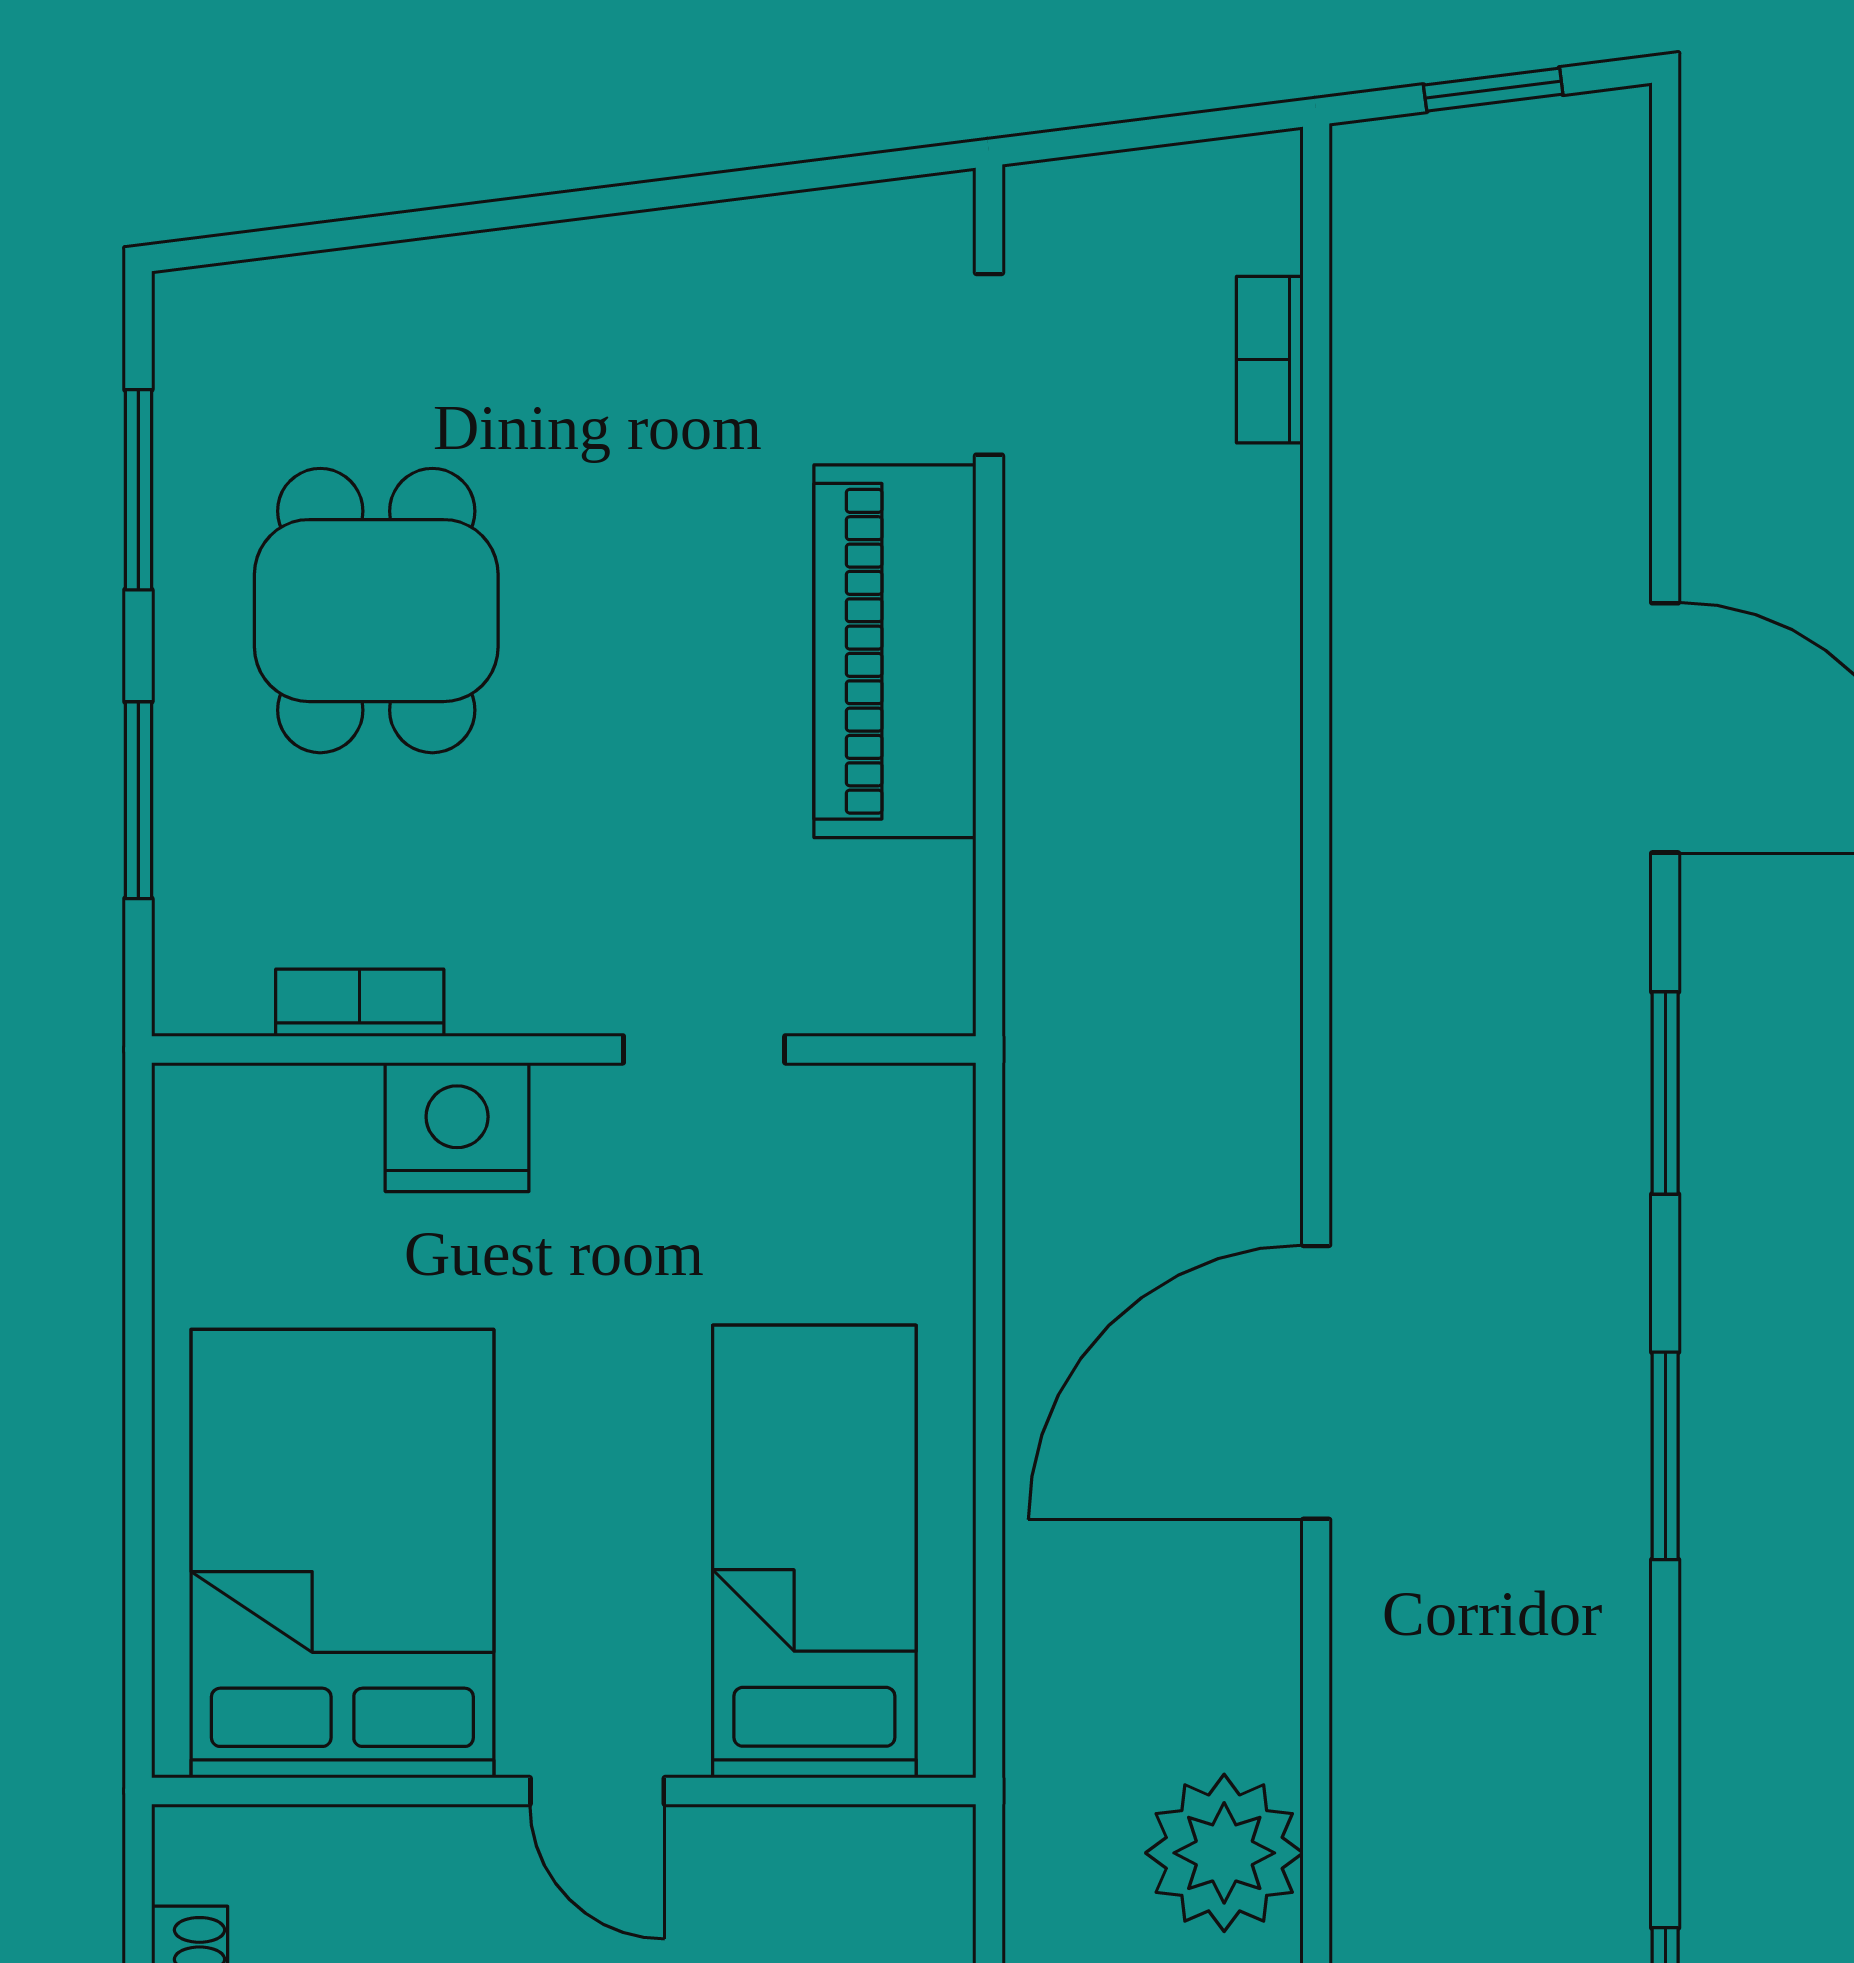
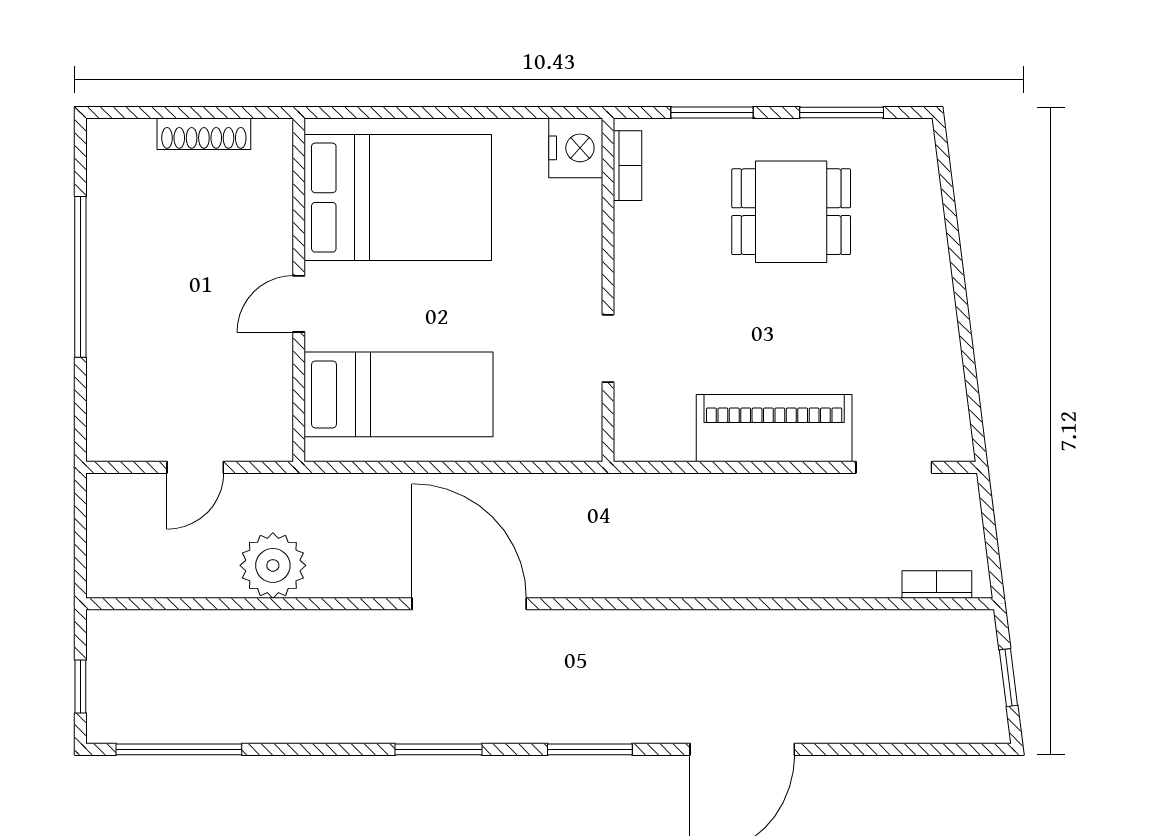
bookcase: (1270, 360) -> (937, 584), moved
bookcase: (360, 1003) -> (628, 166), moved
nightstand: (457, 1127) -> (576, 148), moved

